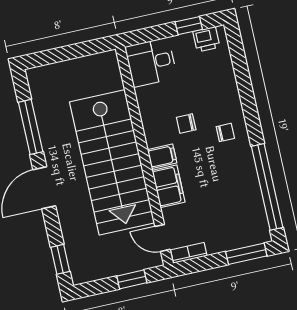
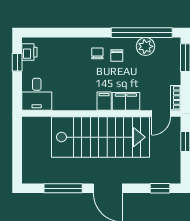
chair: (186, 124) -> (117, 55), moved
plant: (250, 196) -> (145, 46), added

